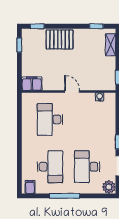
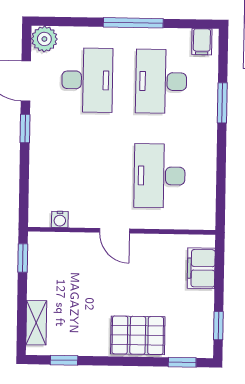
filing cabinet: (32, 84) -> (201, 268), moved, turned 90
desk: (50, 119) -> (160, 176), turned 180
window: (19, 157) -> (222, 103), added

